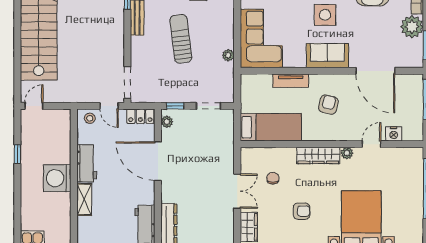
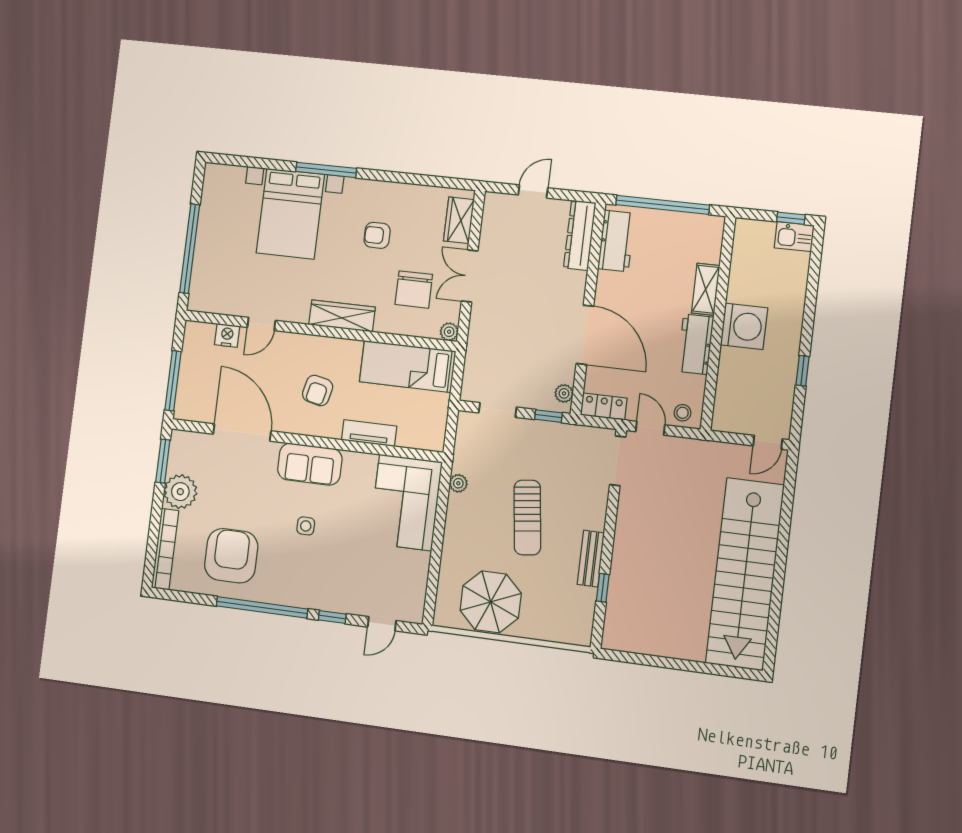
side table: (325, 15) -> (306, 526), width x0.54, depth x0.54
plant: (347, 153) -> (449, 332), moved
chair: (273, 178) -> (414, 289), width x1.87, depth x1.87

